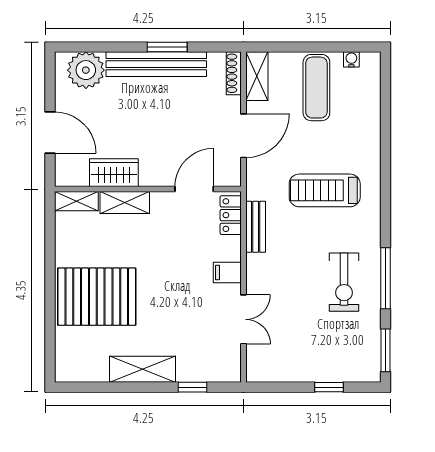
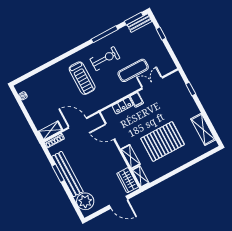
exercise mat: (316, 88) -> (133, 70), moved
door: (50, 133) -> (118, 202), swing flipped
wardrobe: (114, 173) -> (128, 180), moved
locker: (231, 215) -> (122, 106), moved
bench: (256, 227) -> (140, 23), moved
exercise bike: (344, 282) -> (105, 59), moved
pallet: (97, 297) -> (163, 141), moved, turned 90
shelving: (142, 369) -> (203, 129), moved

